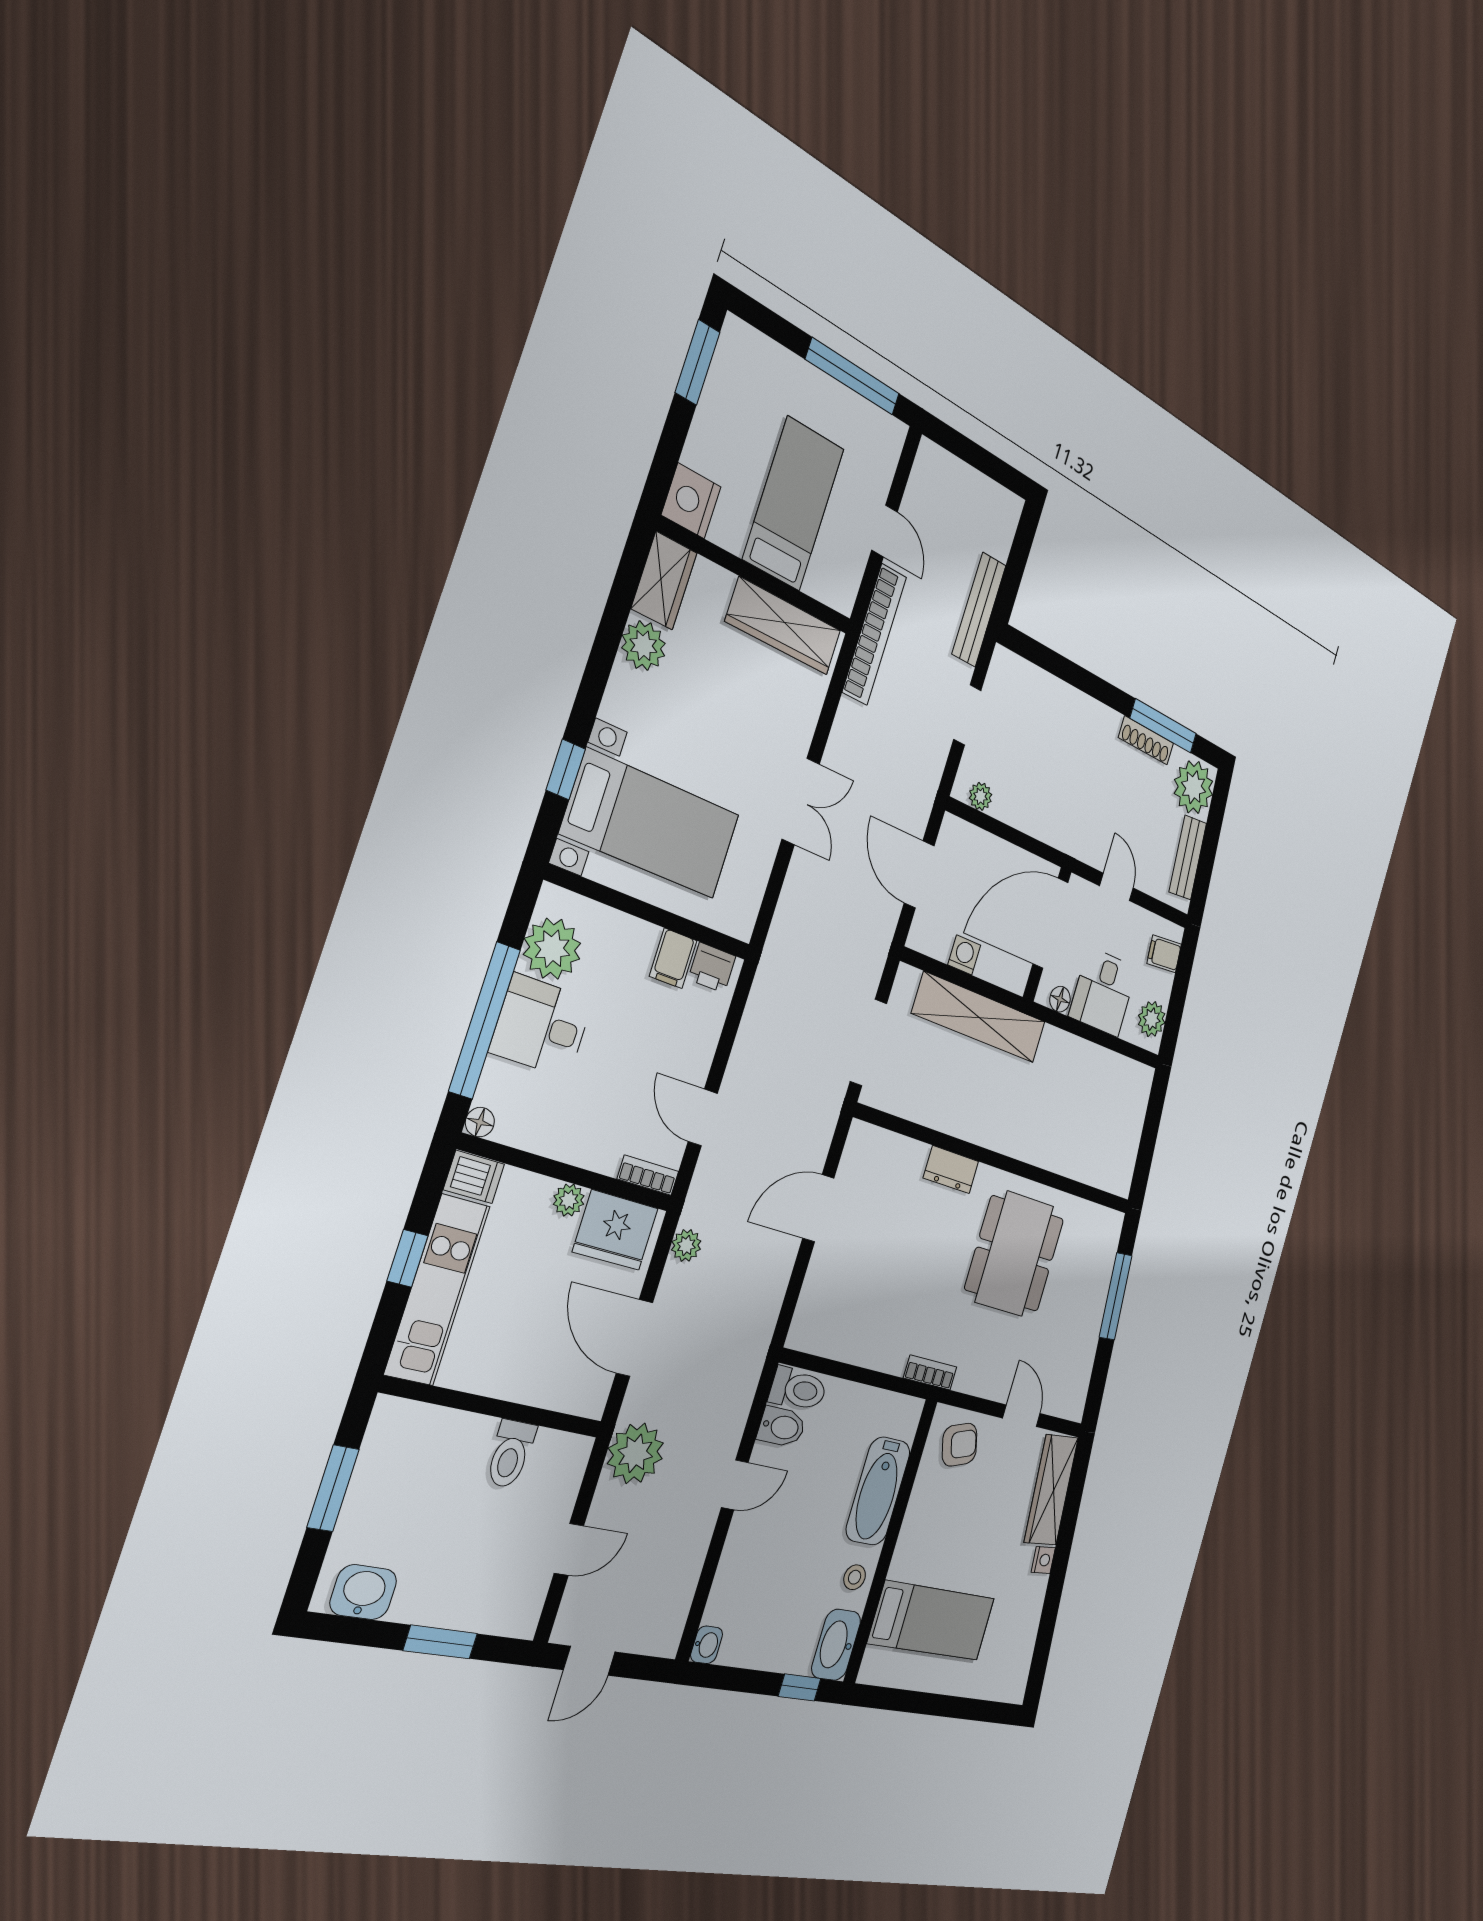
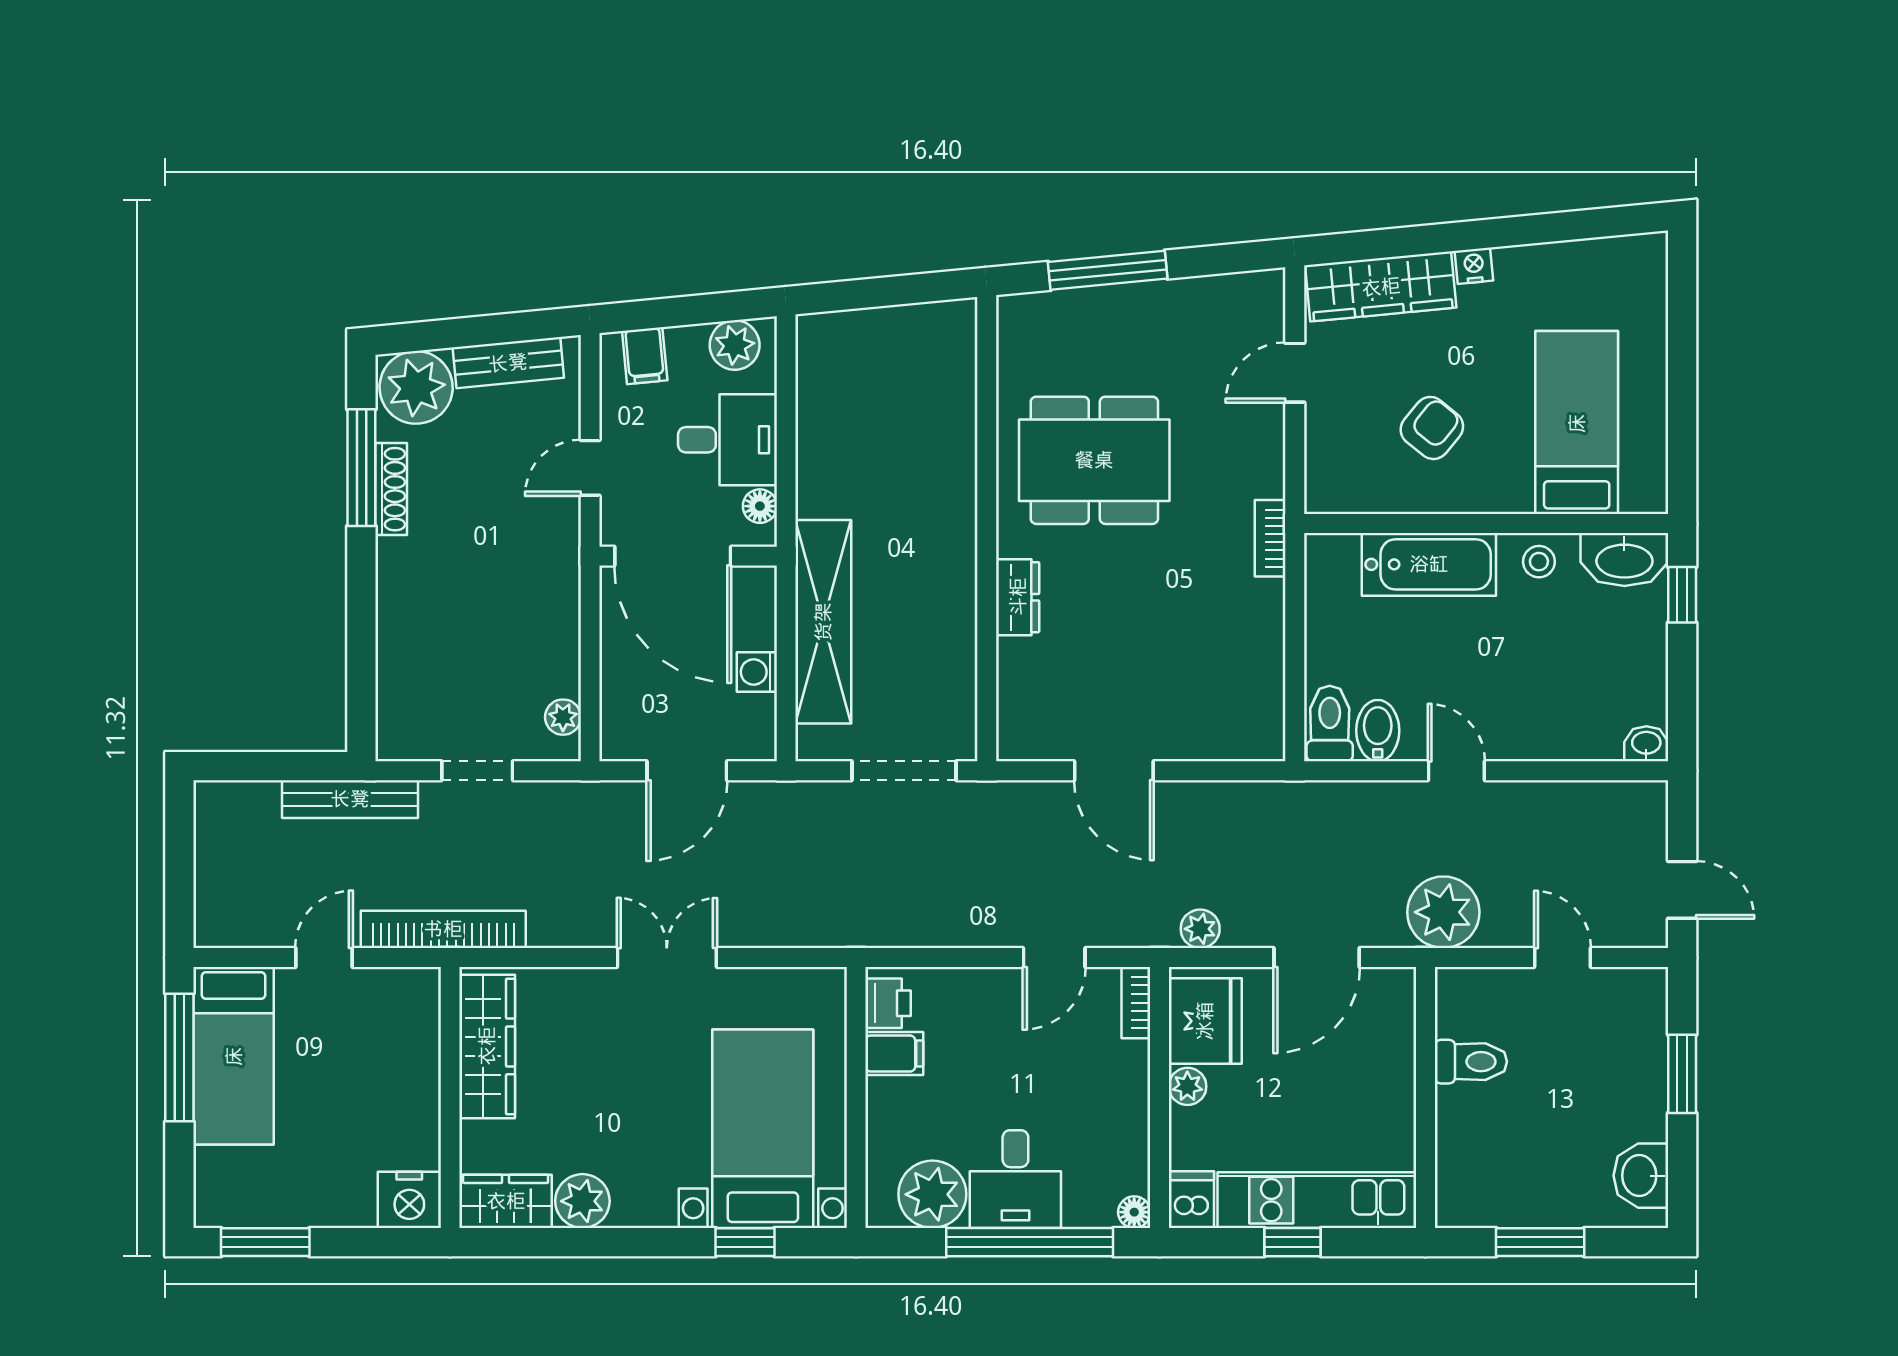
bed: (793, 504) -> (234, 1056), moved, turned -90
armchair: (960, 1445) -> (1432, 428), moved, turned 57

